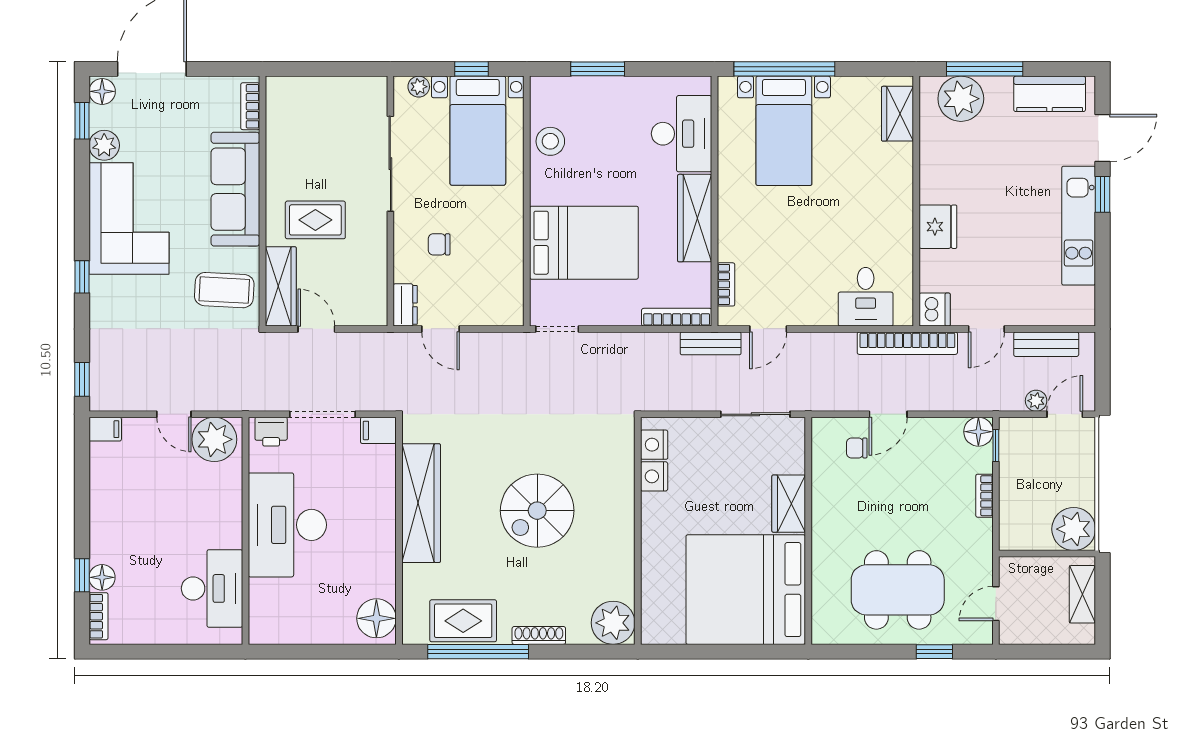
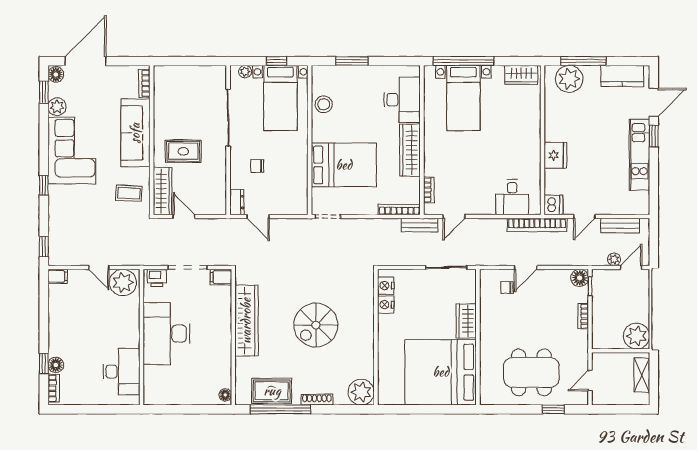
wardrobe: (897, 114) -> (521, 75), moved, turned -90
coffee table: (224, 290) -> (129, 193), width x0.73, depth x0.77
floor lamp: (376, 618) -> (225, 395), width x0.53, depth x0.53

